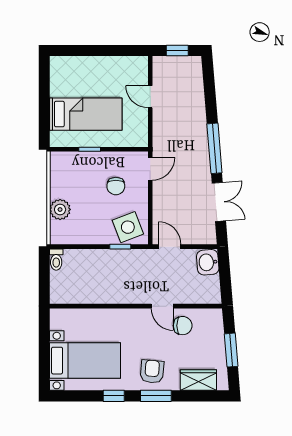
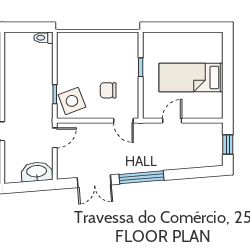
door: (150, 97) -> (172, 121), moved
bed: (86, 114) -> (191, 77), moved, turned 90
plant: (60, 209) -> (88, 41), removed
washbasin: (208, 262) -> (37, 172), width x1.38

